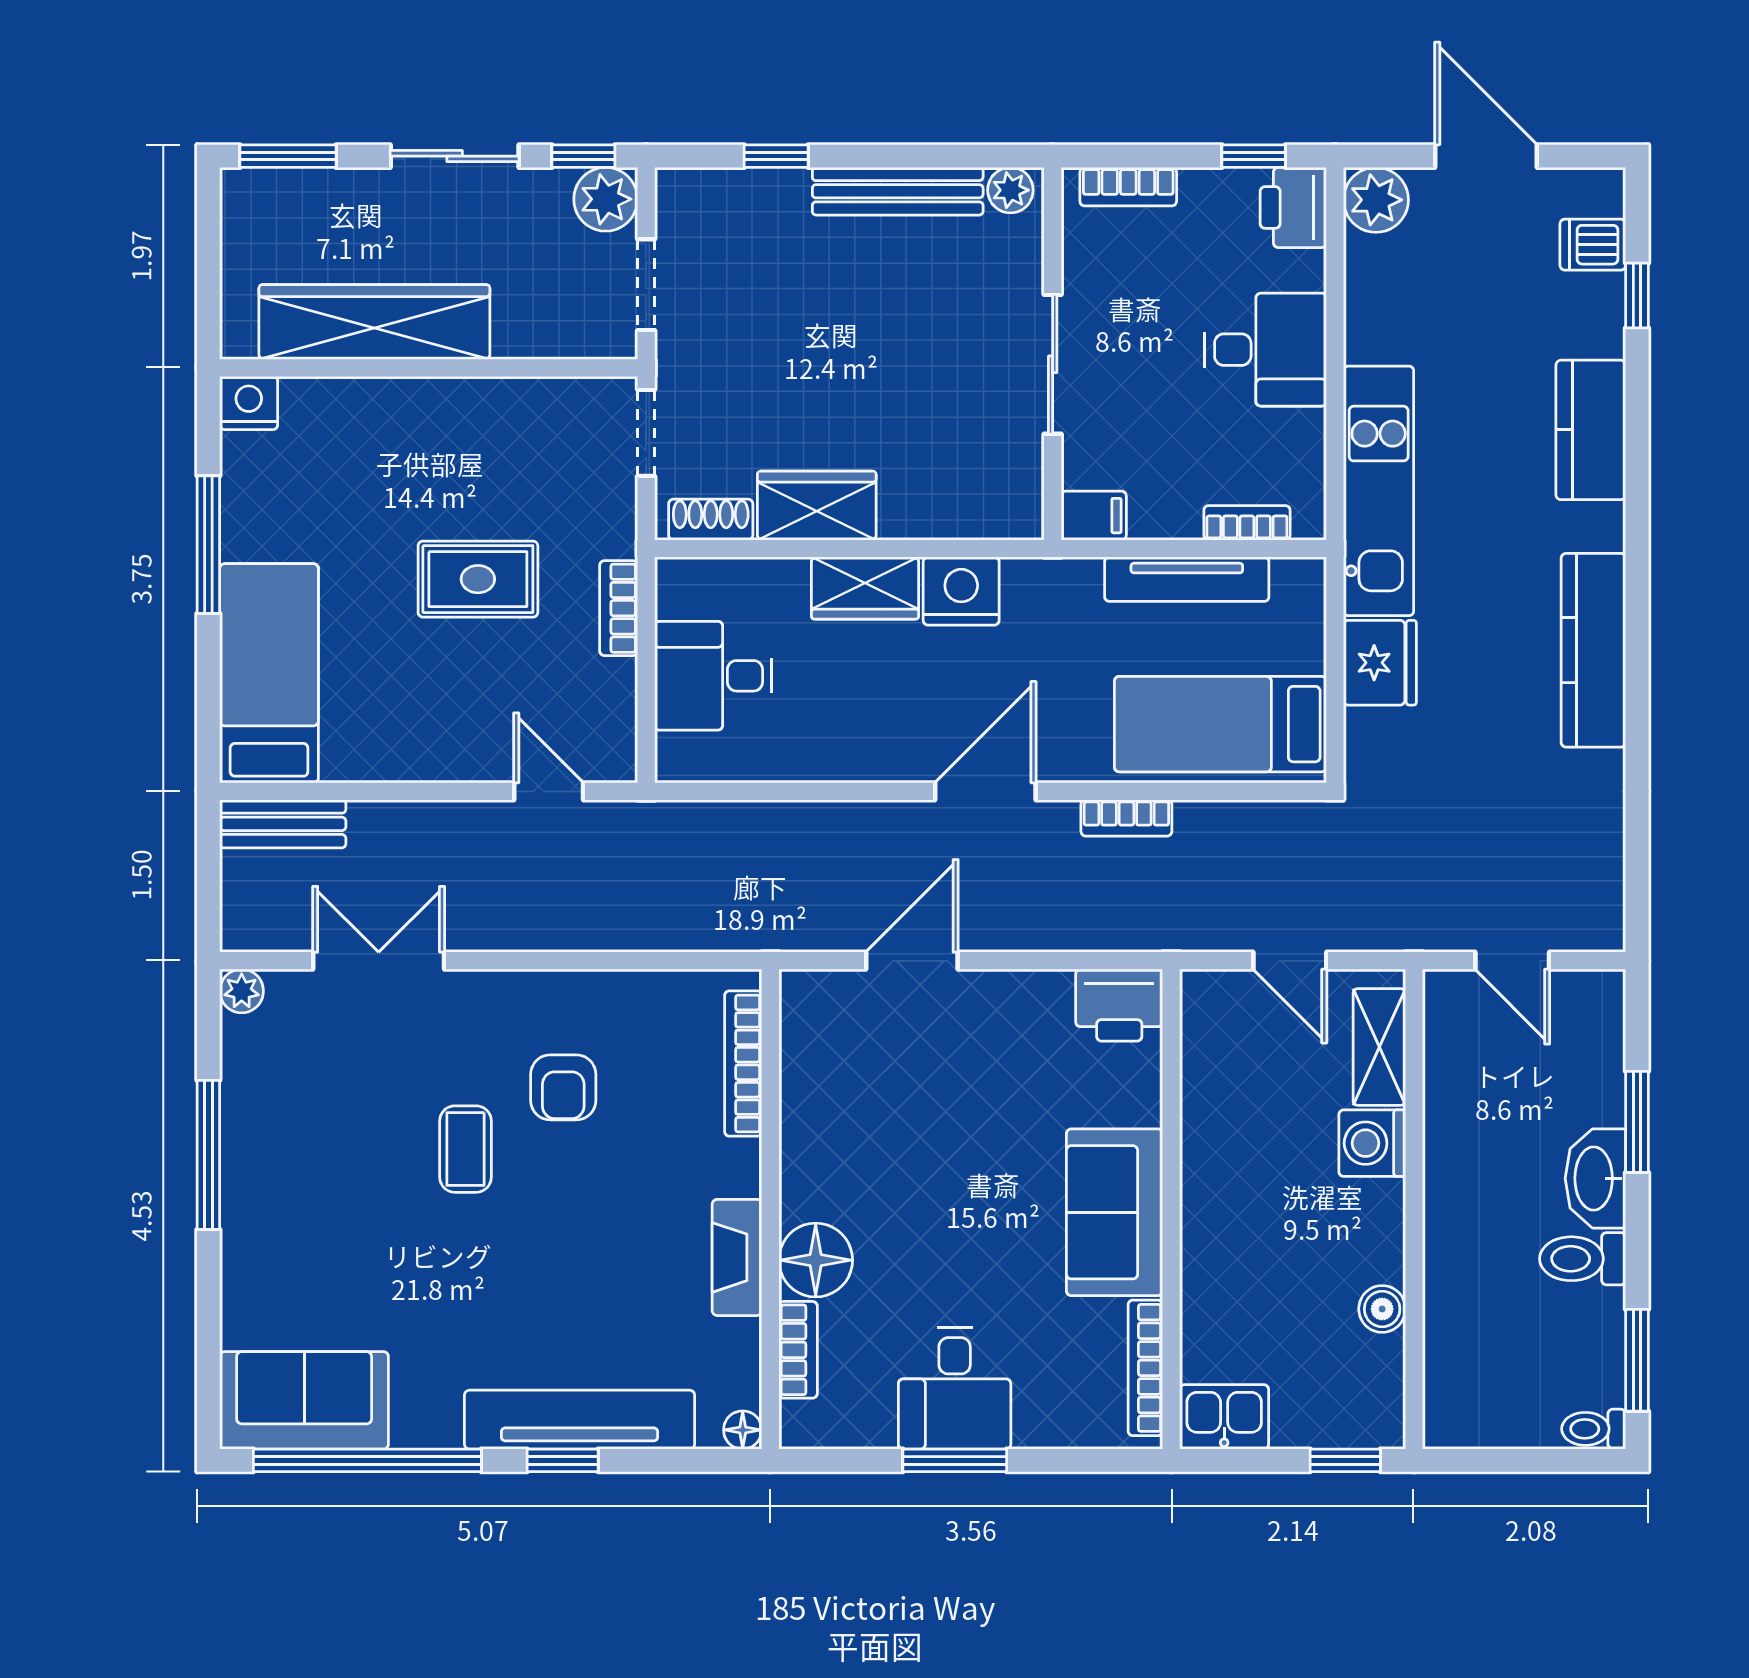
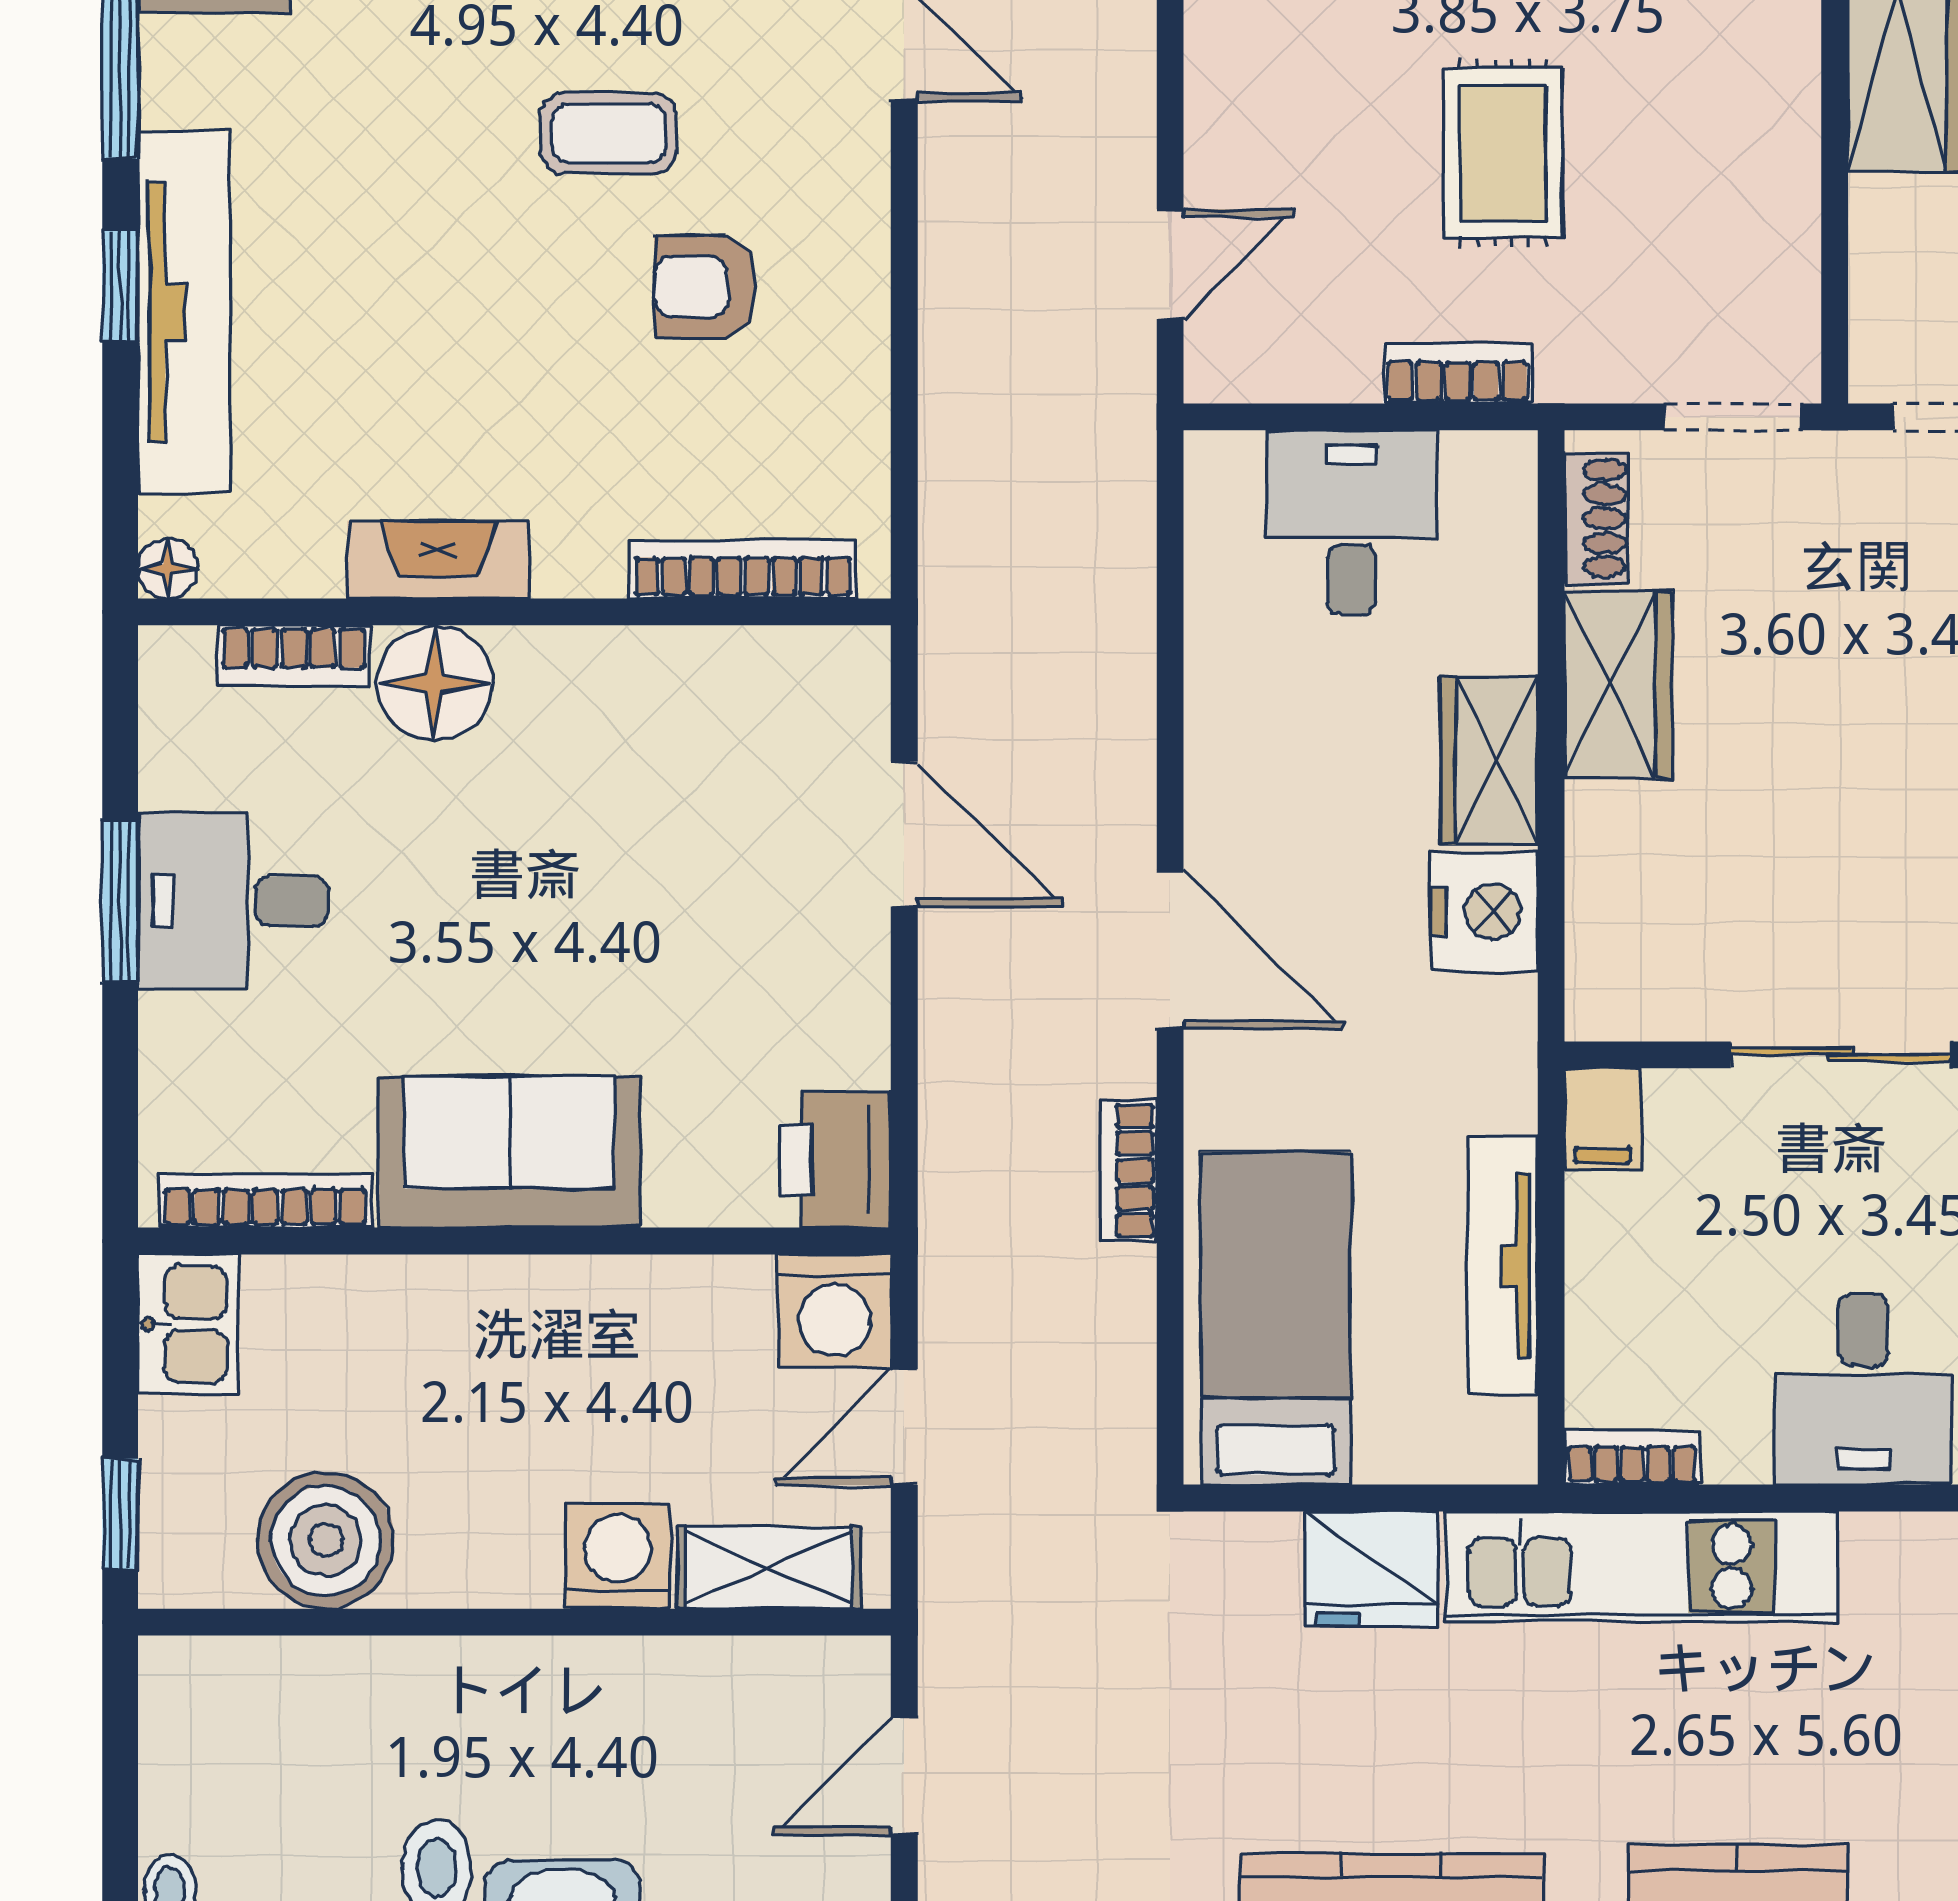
bookcase: (1247, 523) -> (1632, 1458), moved, turned -90
washing machine: (1216, 1005) -> (835, 1311), added
boiler: (1382, 1309) -> (326, 1540), width x1.86, depth x1.86

